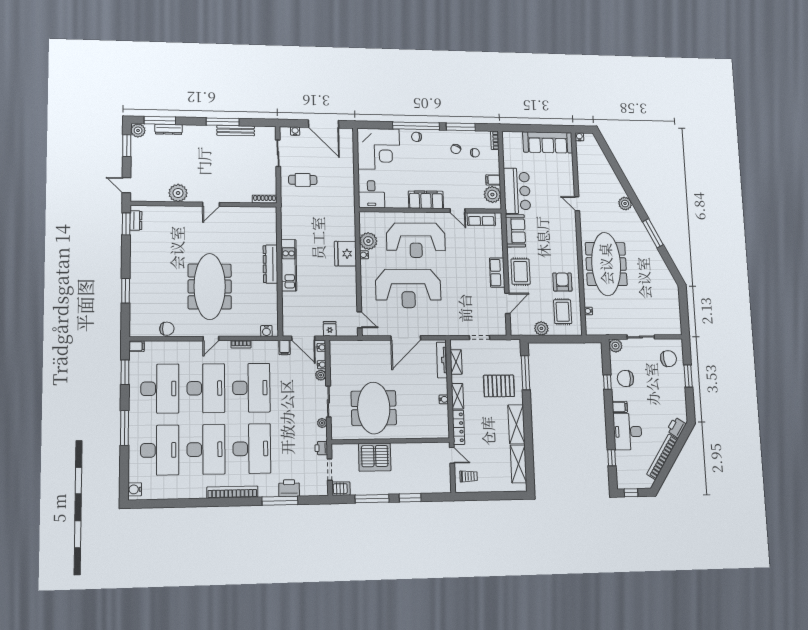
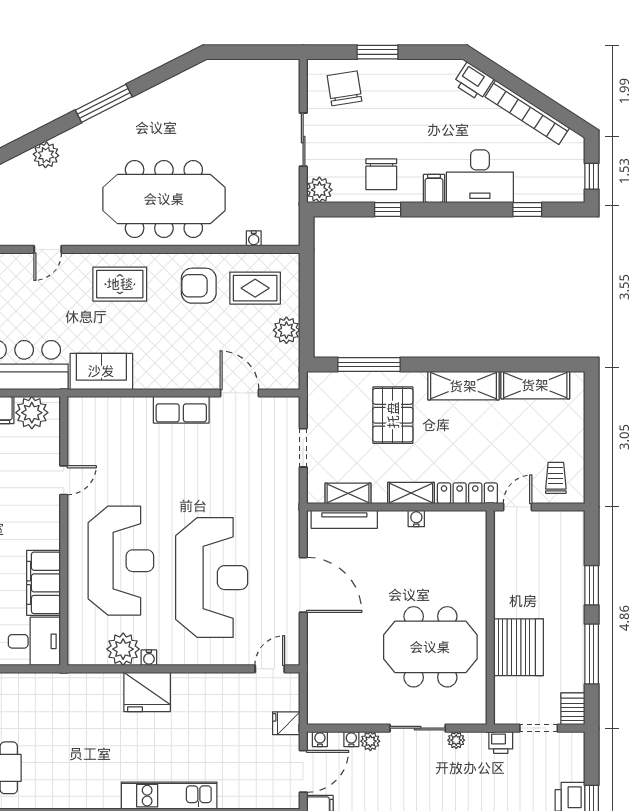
filing cabinet: (426, 200) -> (44, 583), moved
row of seats: (481, 219) -> (80, 436), removed
rug: (521, 272) -> (120, 284), moved

